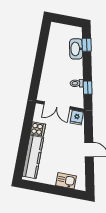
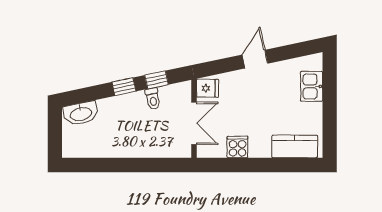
window: (87, 45) -> (124, 87), moved
washbasin: (76, 49) -> (81, 113), moved
kitchen counter: (33, 157) -> (295, 146), width x0.67

